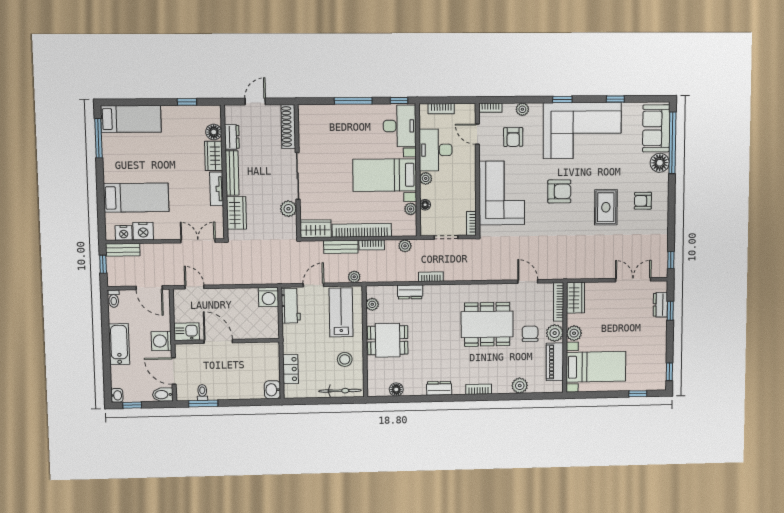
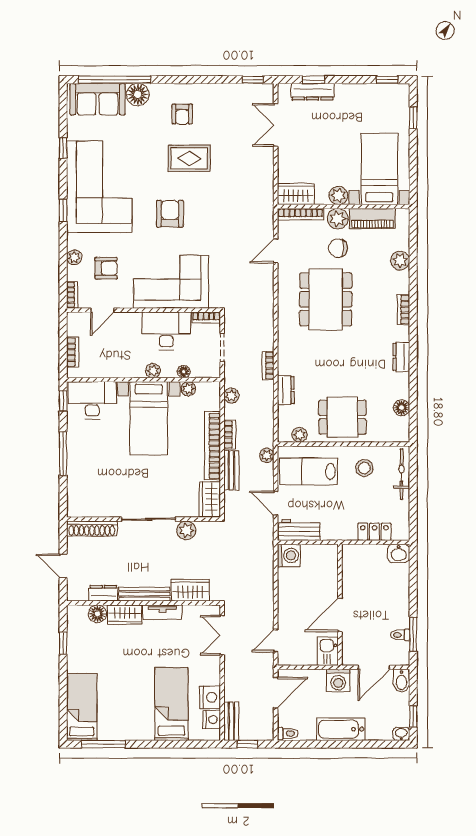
desk: (436, 150) -> (166, 331), moved, turned 180
dresser: (660, 305) -> (313, 92), width x1.44
dining table: (388, 340) -> (342, 417), turned 90

